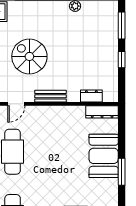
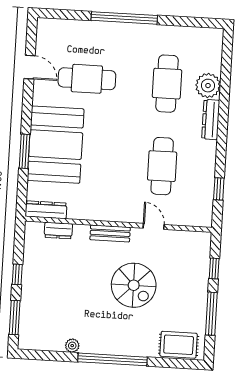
door: (16, 104) -> (154, 226), hinge flipped
booth: (104, 156) -> (56, 145), width x1.36, depth x1.42
window: (122, 172) -> (25, 151), moved

